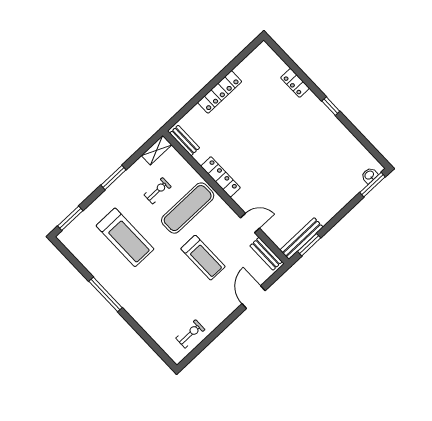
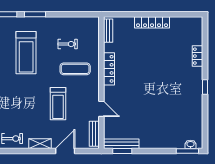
shelving: (157, 150) -> (40, 144), moved
window: (113, 178) -> (35, 14), moved
exercise mat: (188, 208) -> (75, 69), width x0.73, depth x0.69

